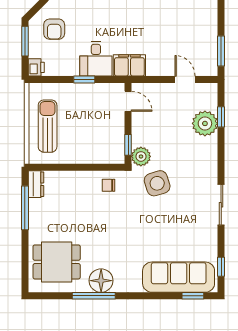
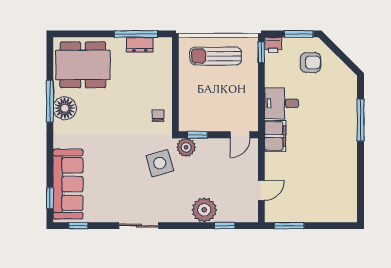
armchair: (54, 29) -> (311, 62), turned 180
window: (84, 79) -> (261, 52), moved
plant: (205, 123) -> (204, 210), moved
sun lounger: (48, 126) -> (216, 56), turned 180
dresser: (36, 184) -> (140, 45), moved
dining table: (57, 262) -> (83, 65), width x1.37

